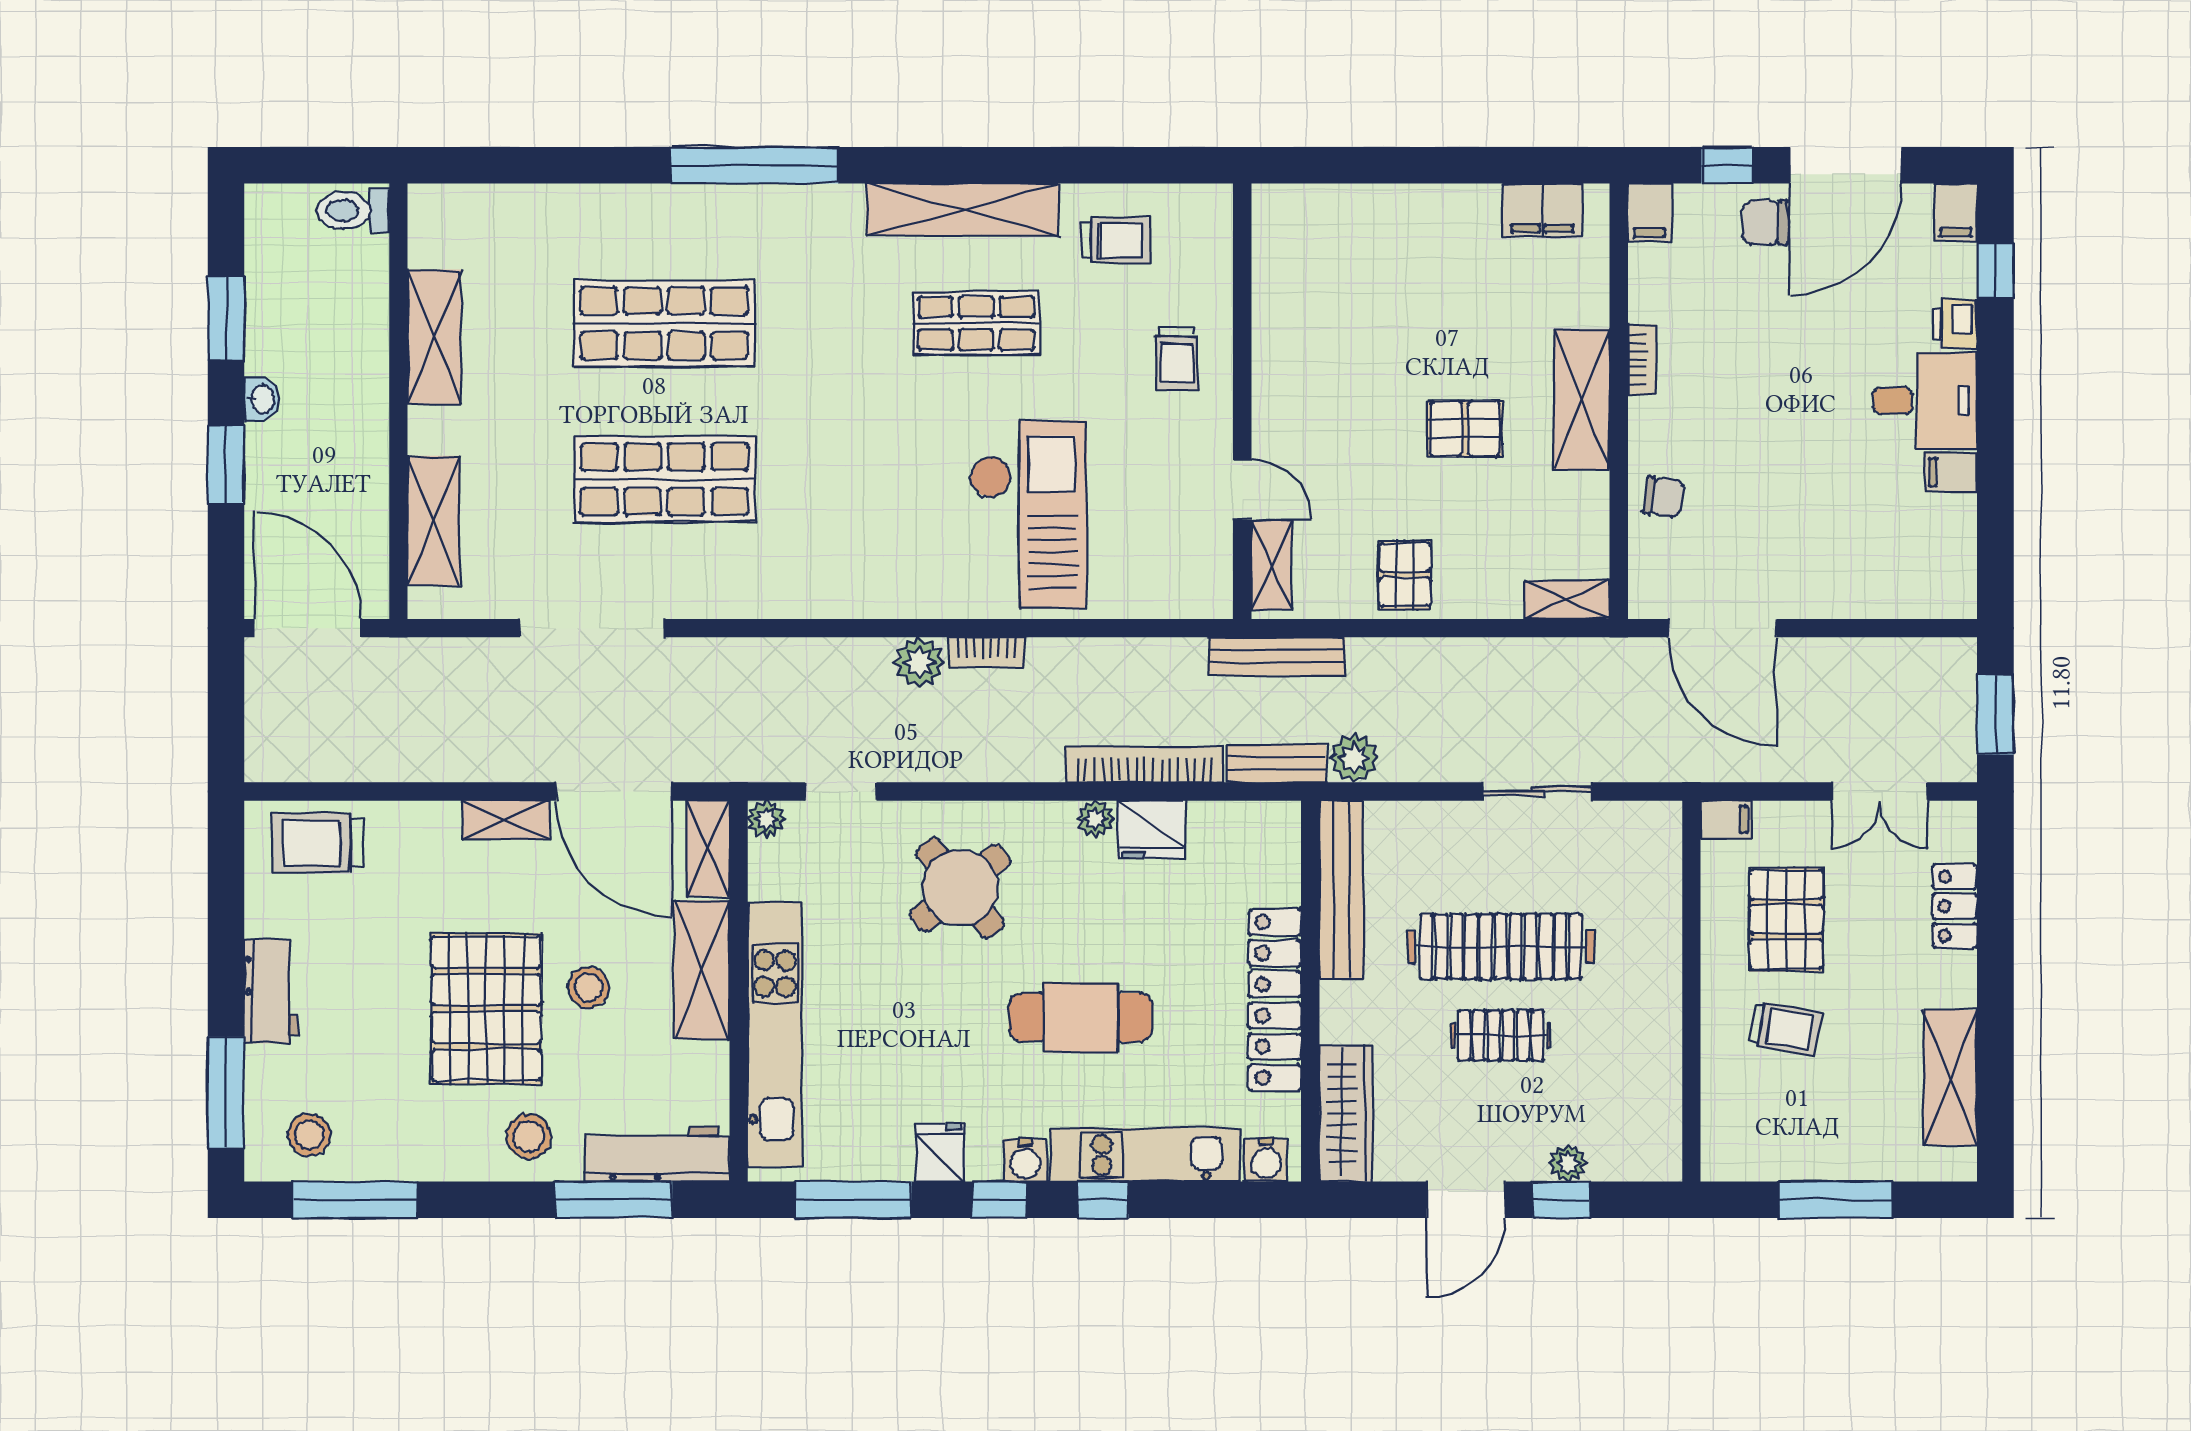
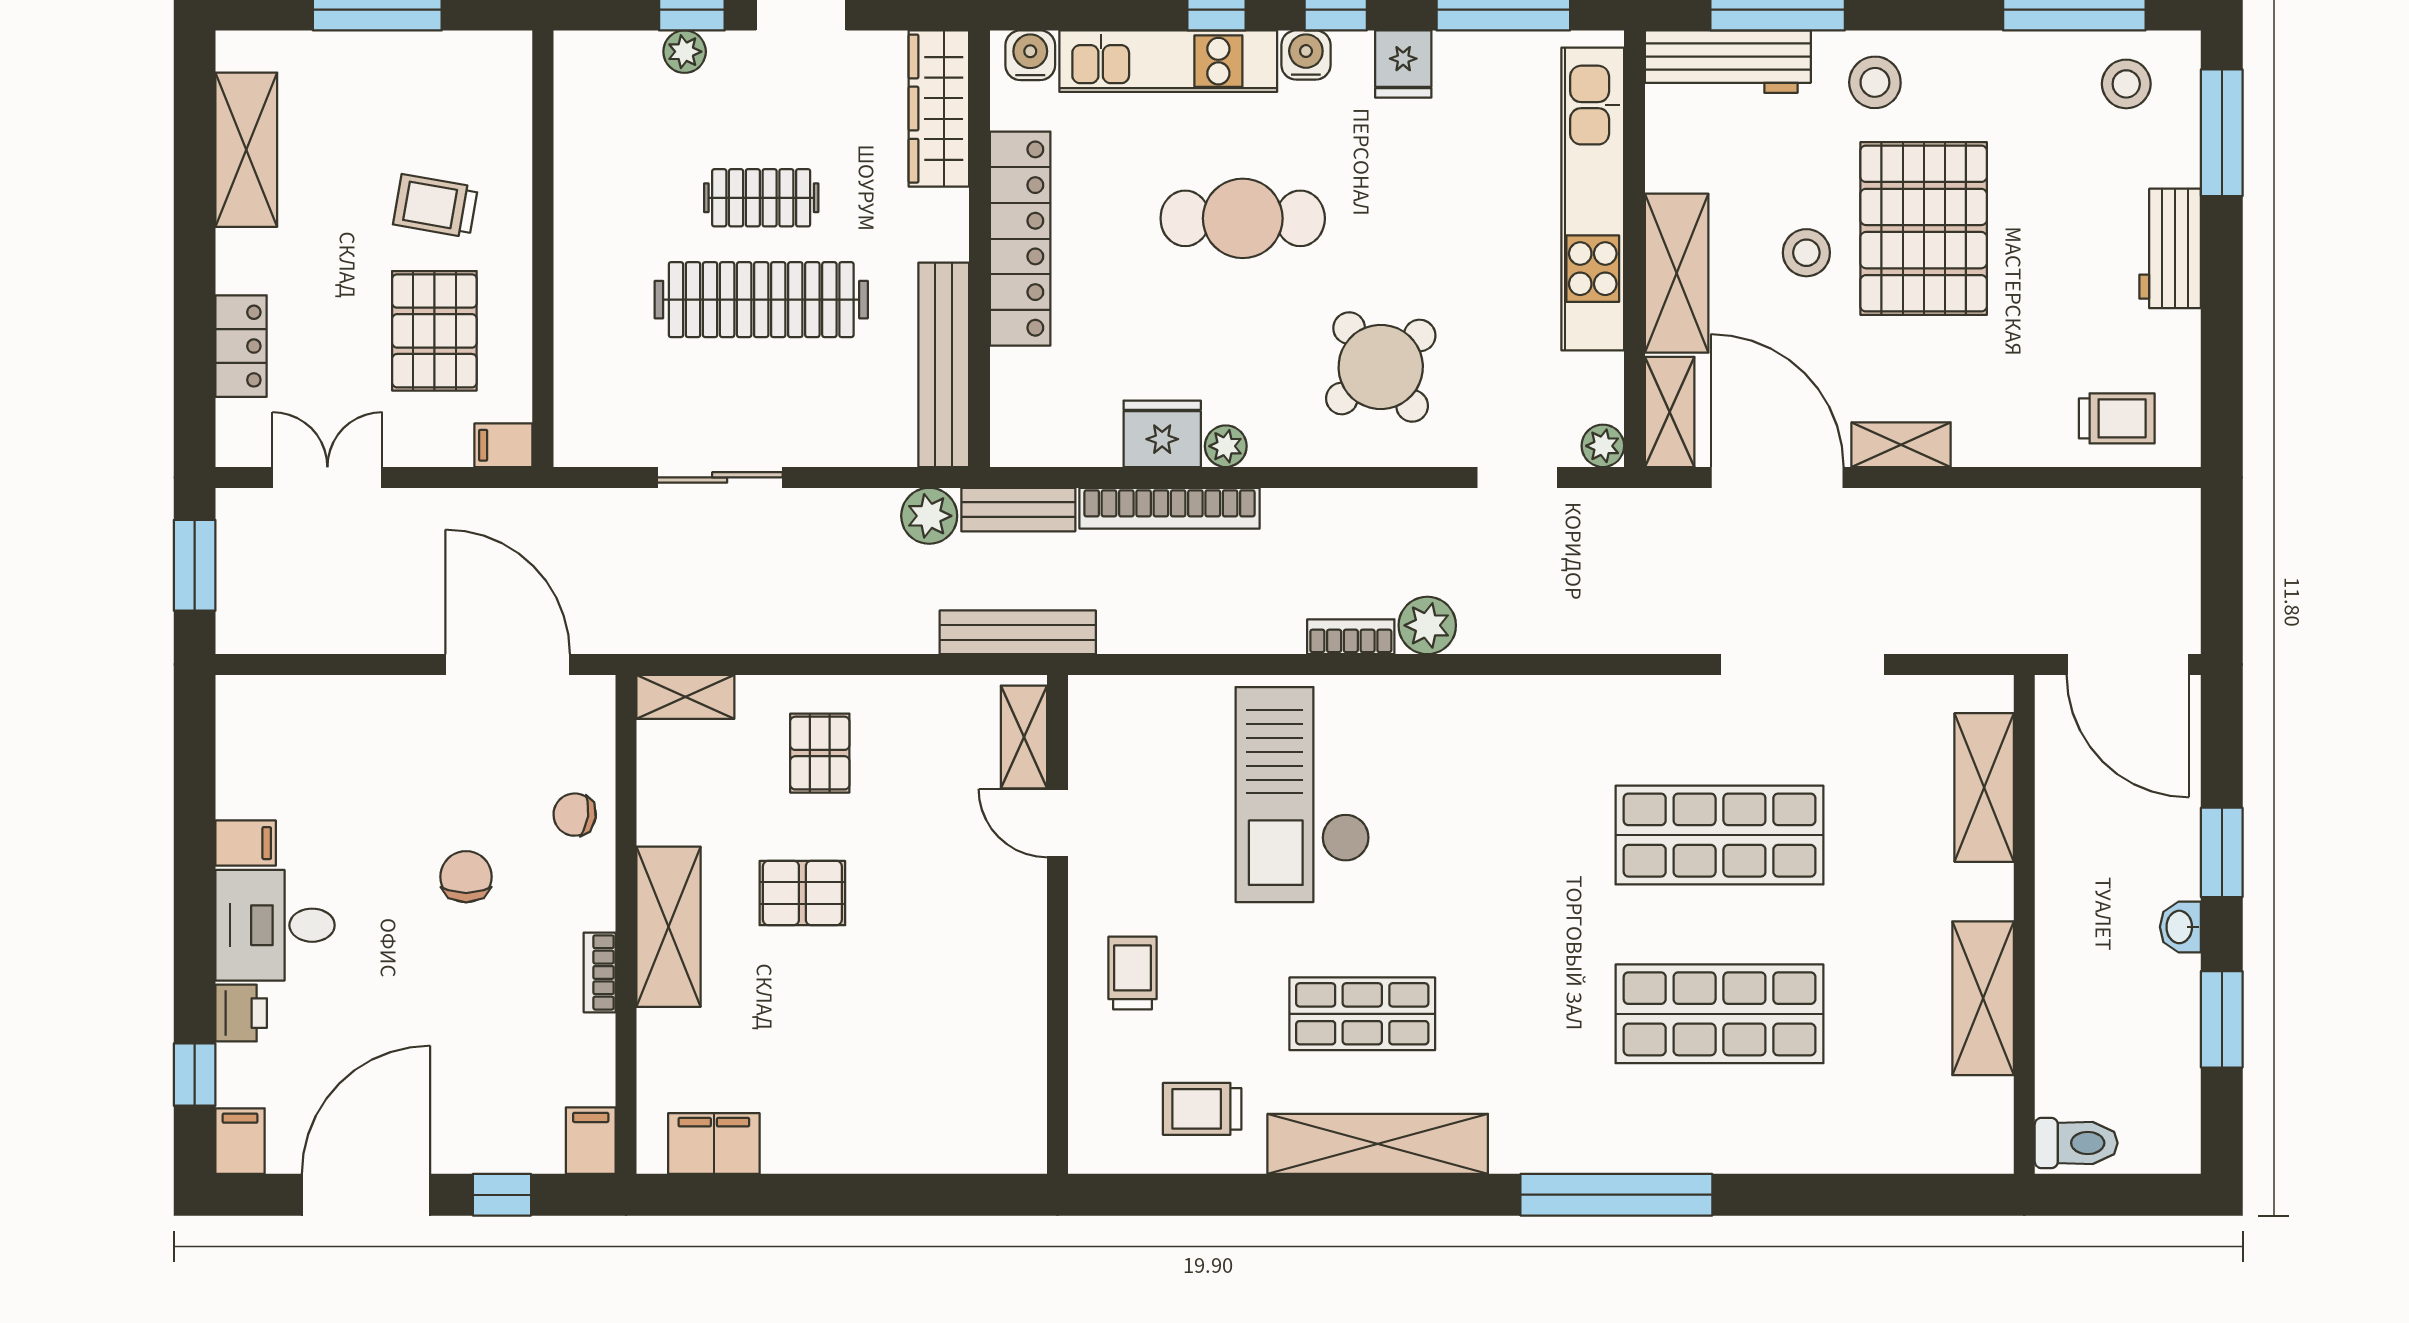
chair: (1766, 222) -> (466, 877), moved, turned -90
pallet: (1405, 575) -> (820, 753), moved
trolley: (318, 843) -> (2117, 418), width x0.73, depth x0.72

